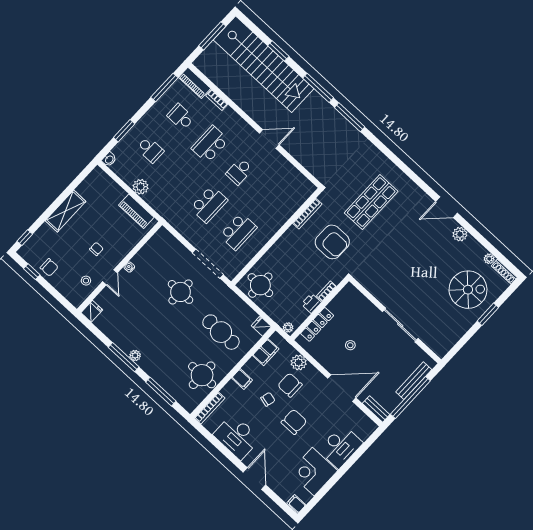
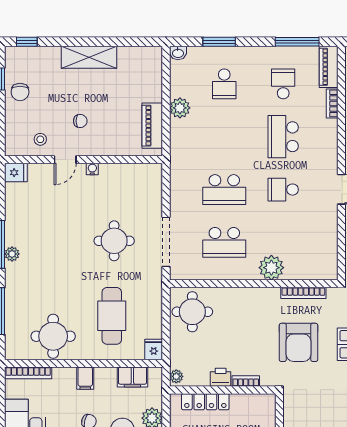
school desk: (210, 144) -> (283, 137), turned -90
plant: (277, 218) -> (271, 268), added

